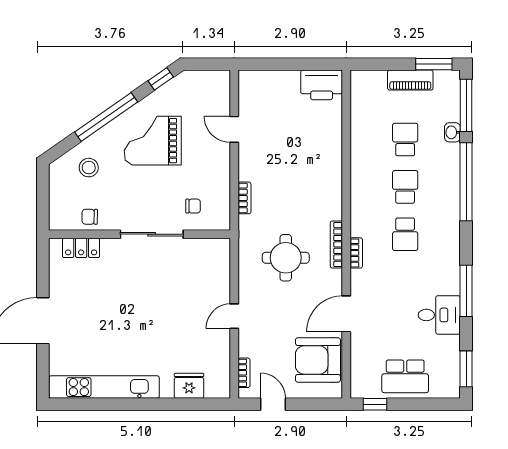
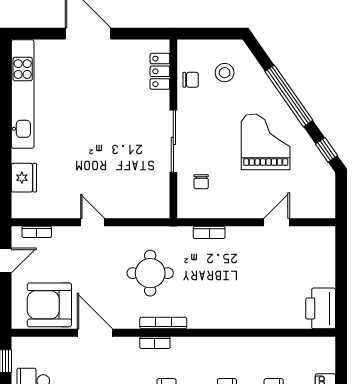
stool: (89, 168) -> (225, 73), moved
chair: (90, 217) -> (191, 80), turned 89
armchair: (318, 360) -> (49, 305), turned -90

